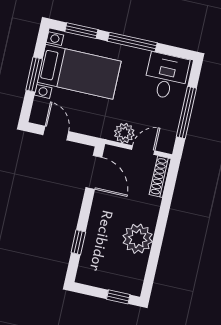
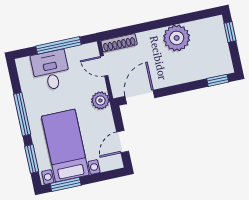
window: (34, 74) -> (66, 184), moved
desk: (166, 76) -> (51, 70), moved, turned 90
plant: (124, 133) -> (100, 100), moved
window: (78, 242) -> (218, 80), moved

